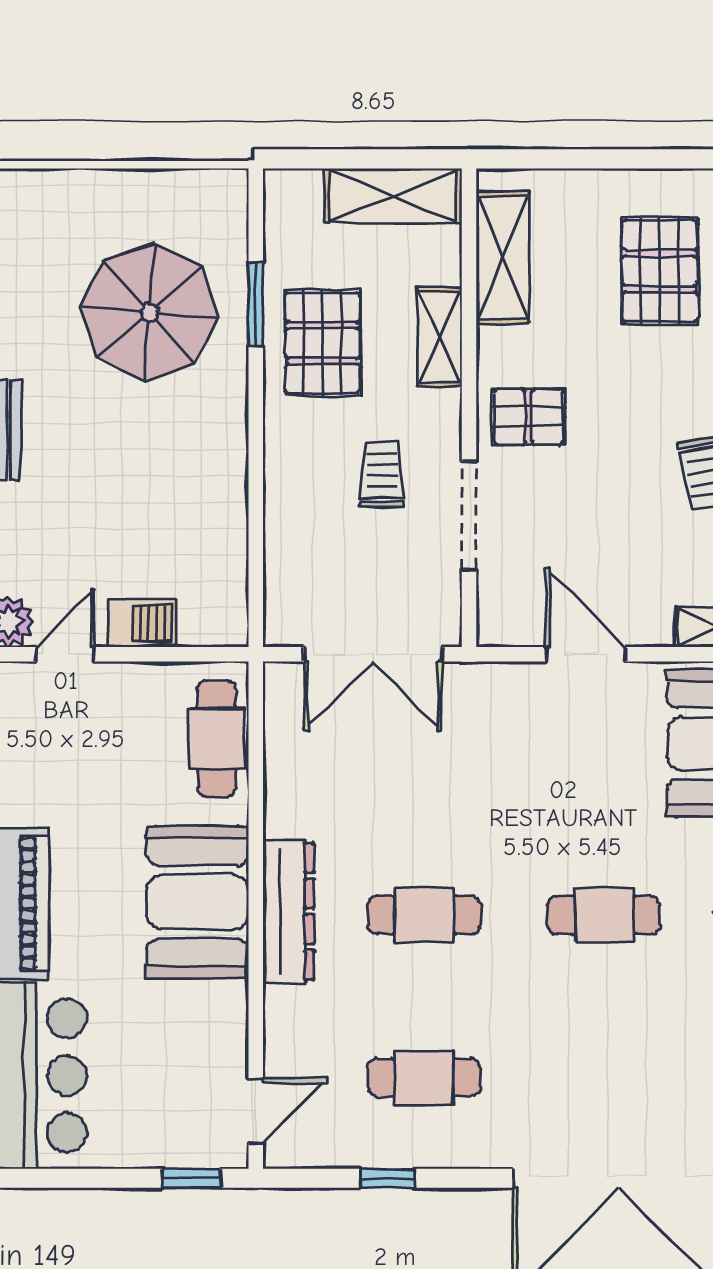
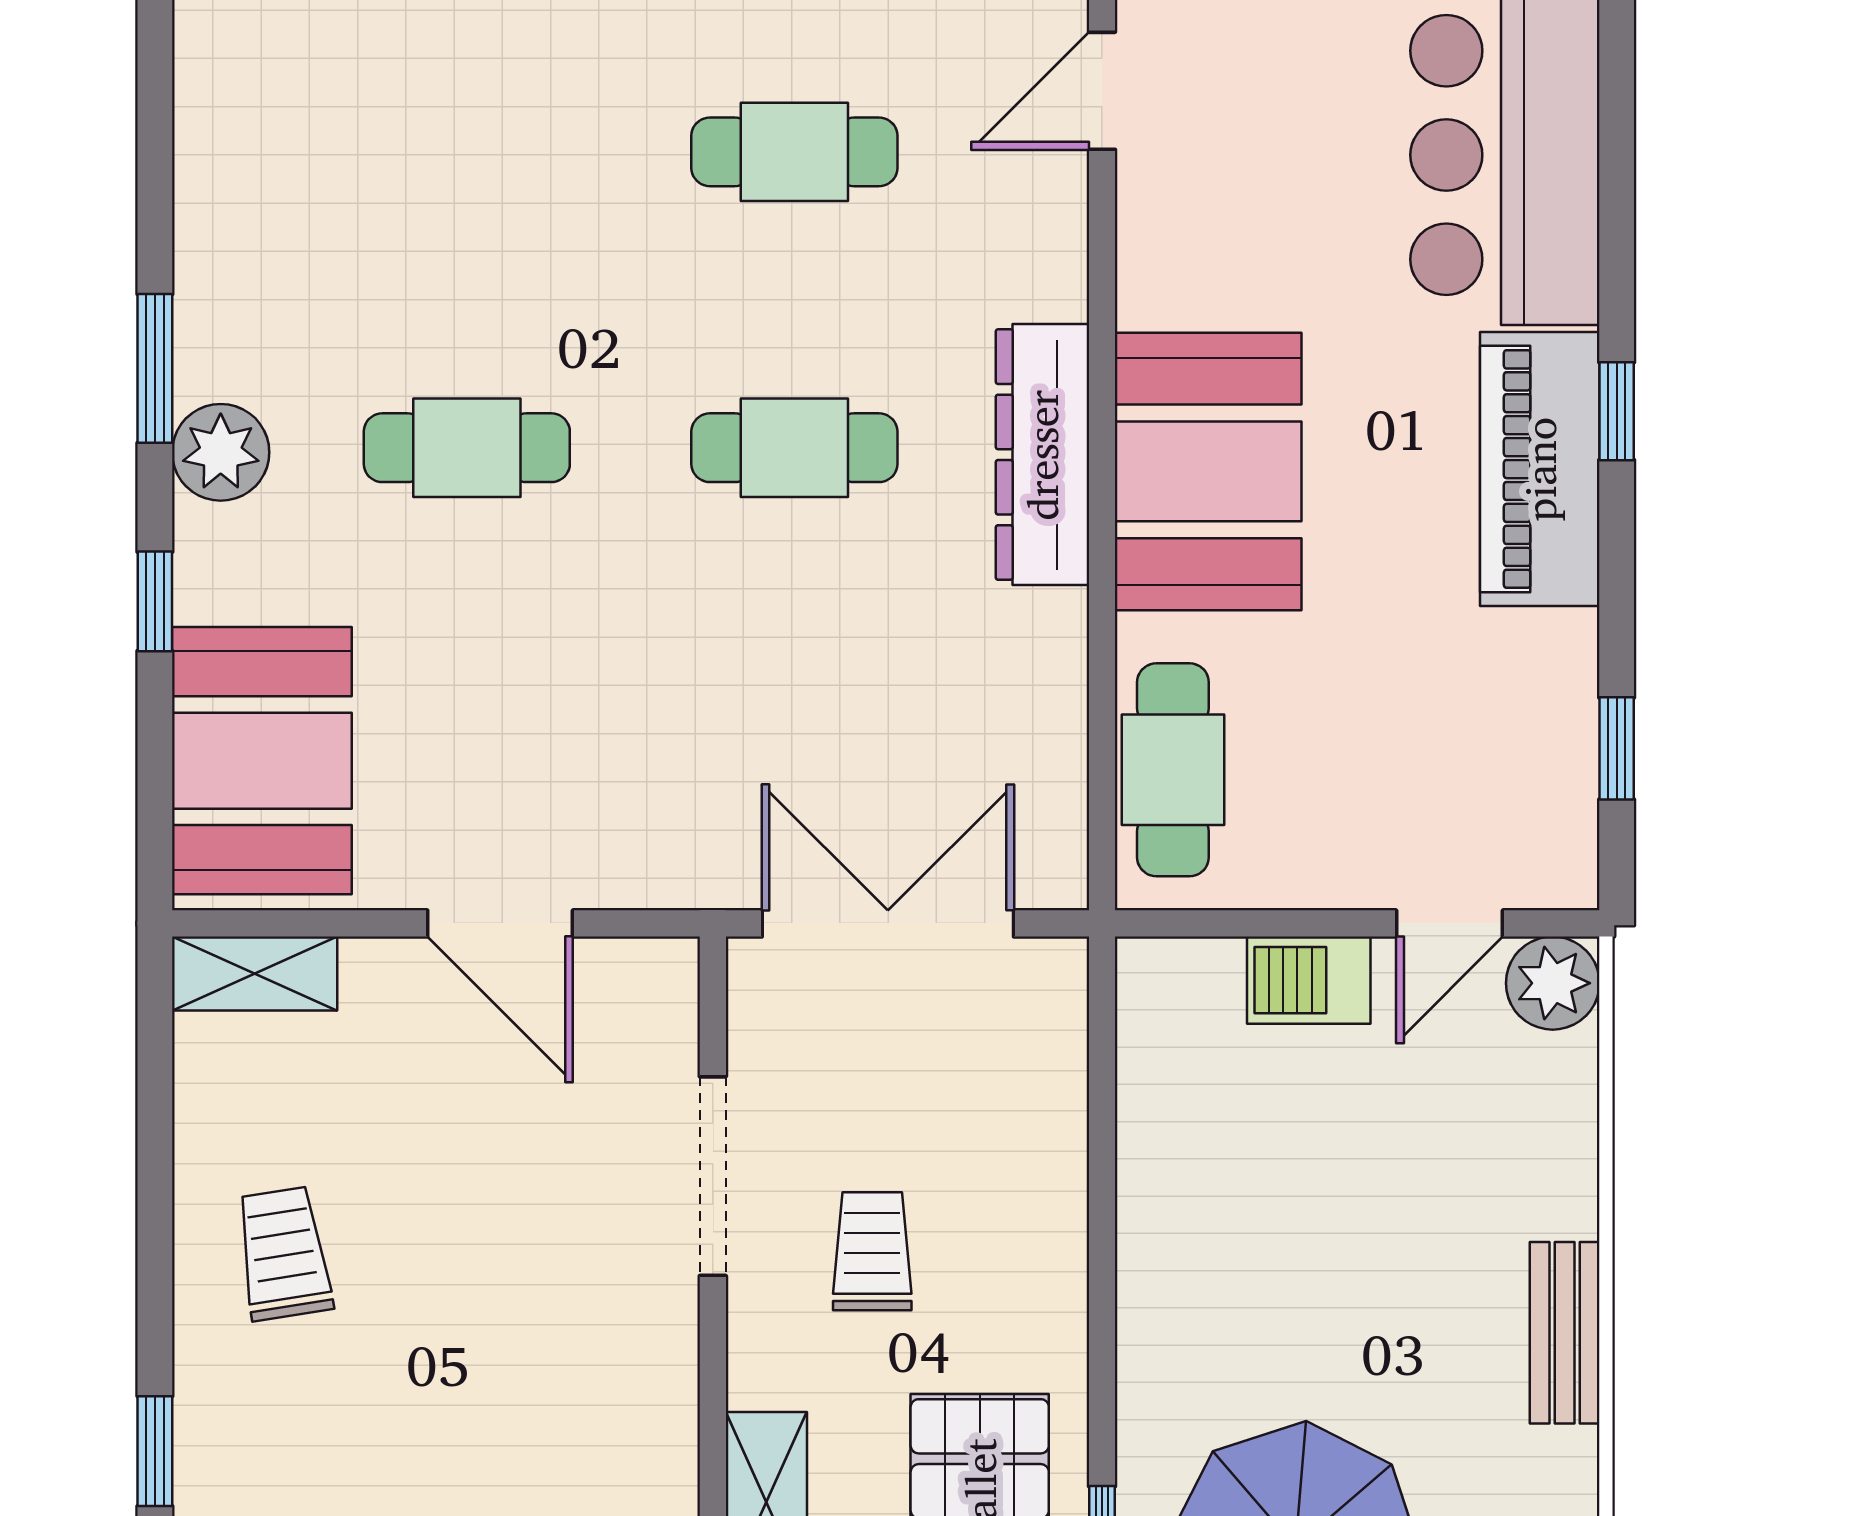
pallet: (528, 417) -> (604, 1357), removed
trolley: (382, 475) -> (872, 1251), turned 180

